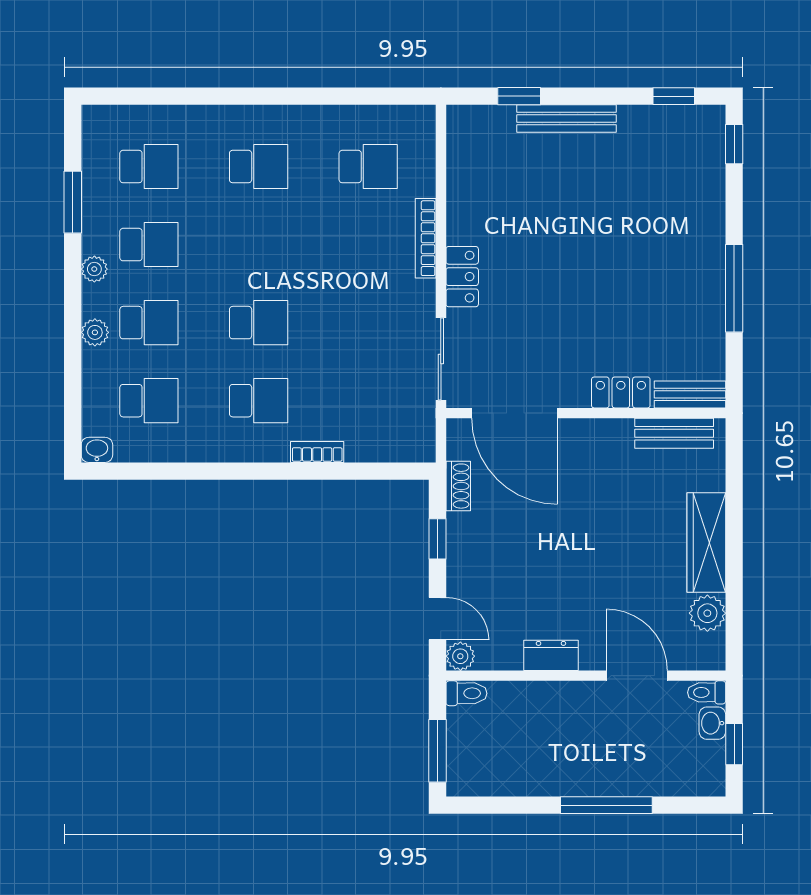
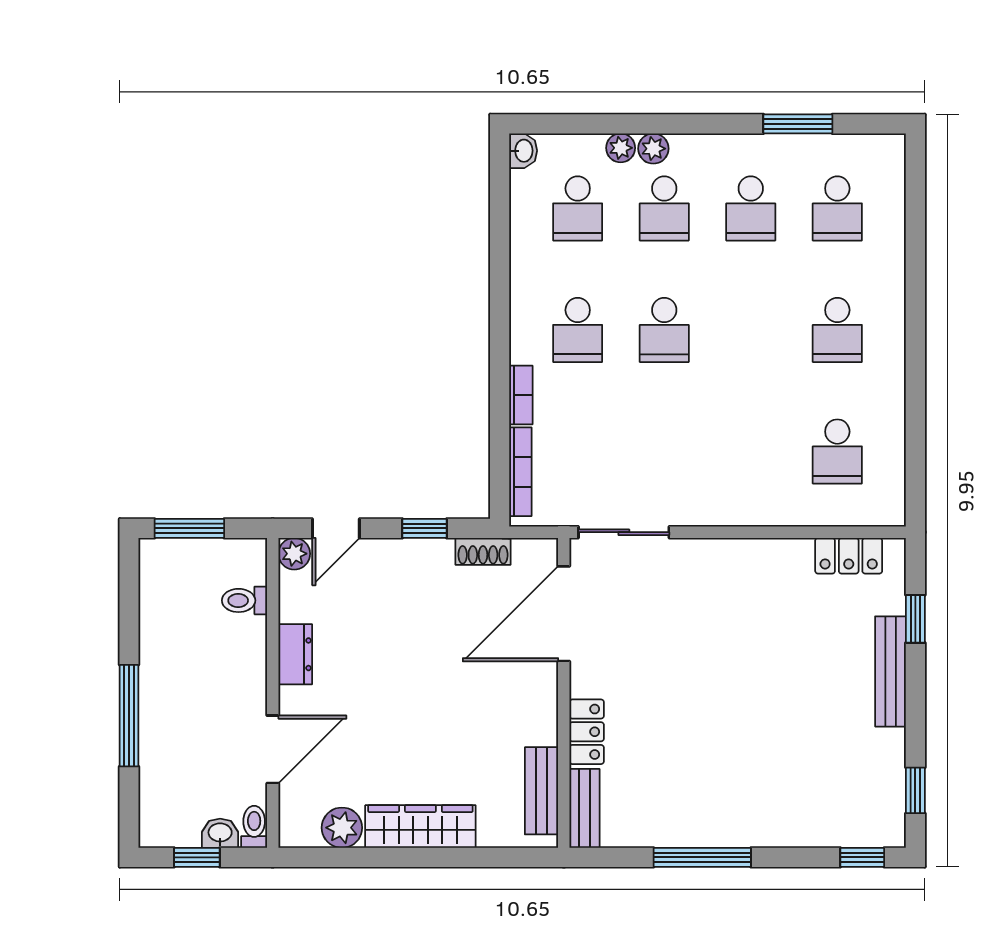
bookcase: (426, 238) -> (520, 472), moved, turned 90
plant: (94, 269) -> (621, 148), moved
locker: (462, 277) -> (849, 556), moved
toilet: (466, 693) -> (244, 600), moved, turned 90

